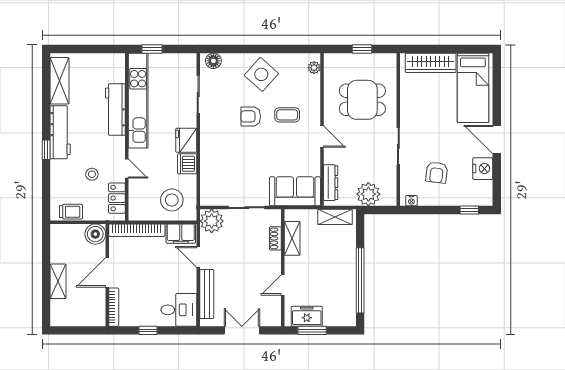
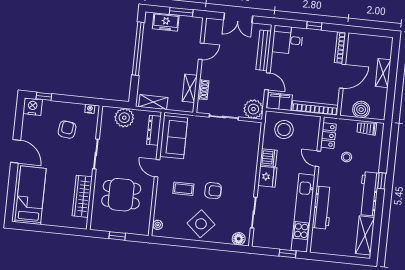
wardrobe: (431, 63) -> (82, 196), moved, turned -90
nightstand: (483, 169) -> (33, 107), moved, turned 90
sofa: (295, 191) -> (174, 137), moved, turned -90
boiler: (95, 234) -> (361, 110), moved
freezer: (307, 316) -> (166, 22), moved

